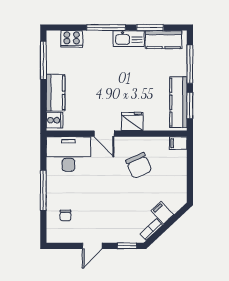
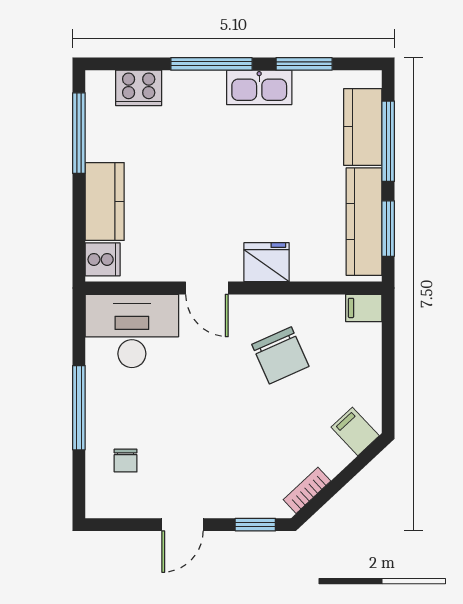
kitchen counter: (164, 40) -> (363, 127), moved, turned 90
filing cabinet: (162, 213) -> (355, 431), moved

